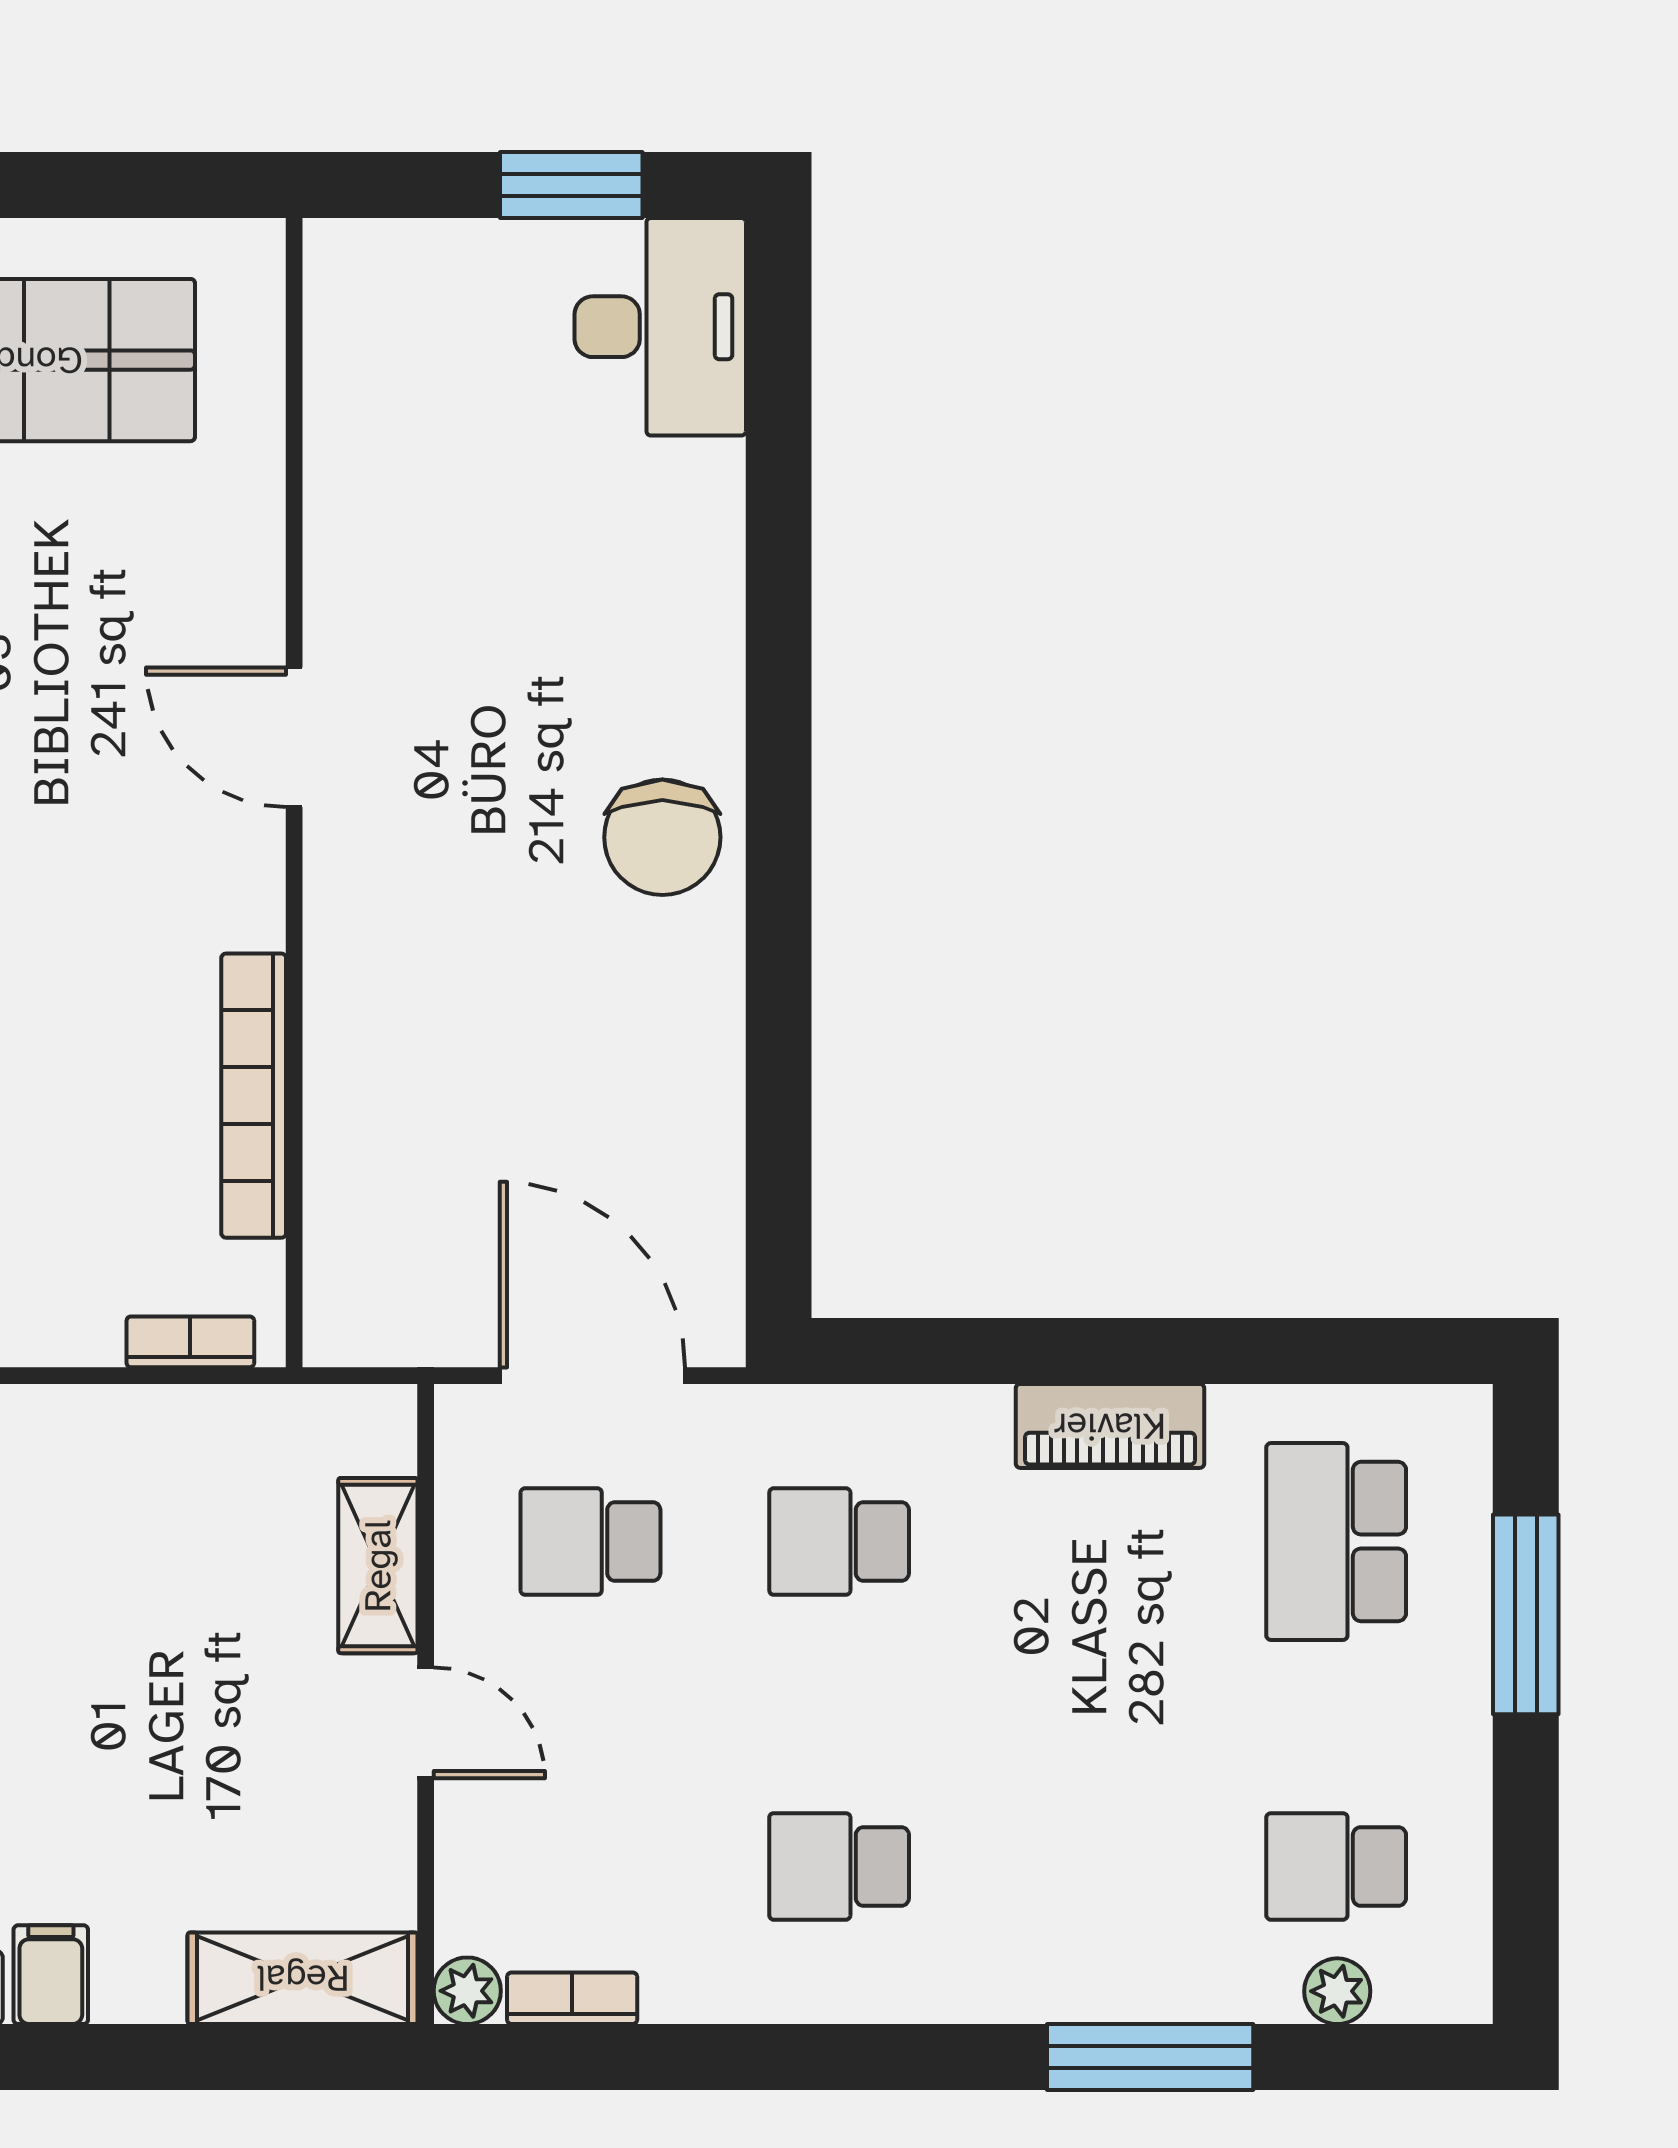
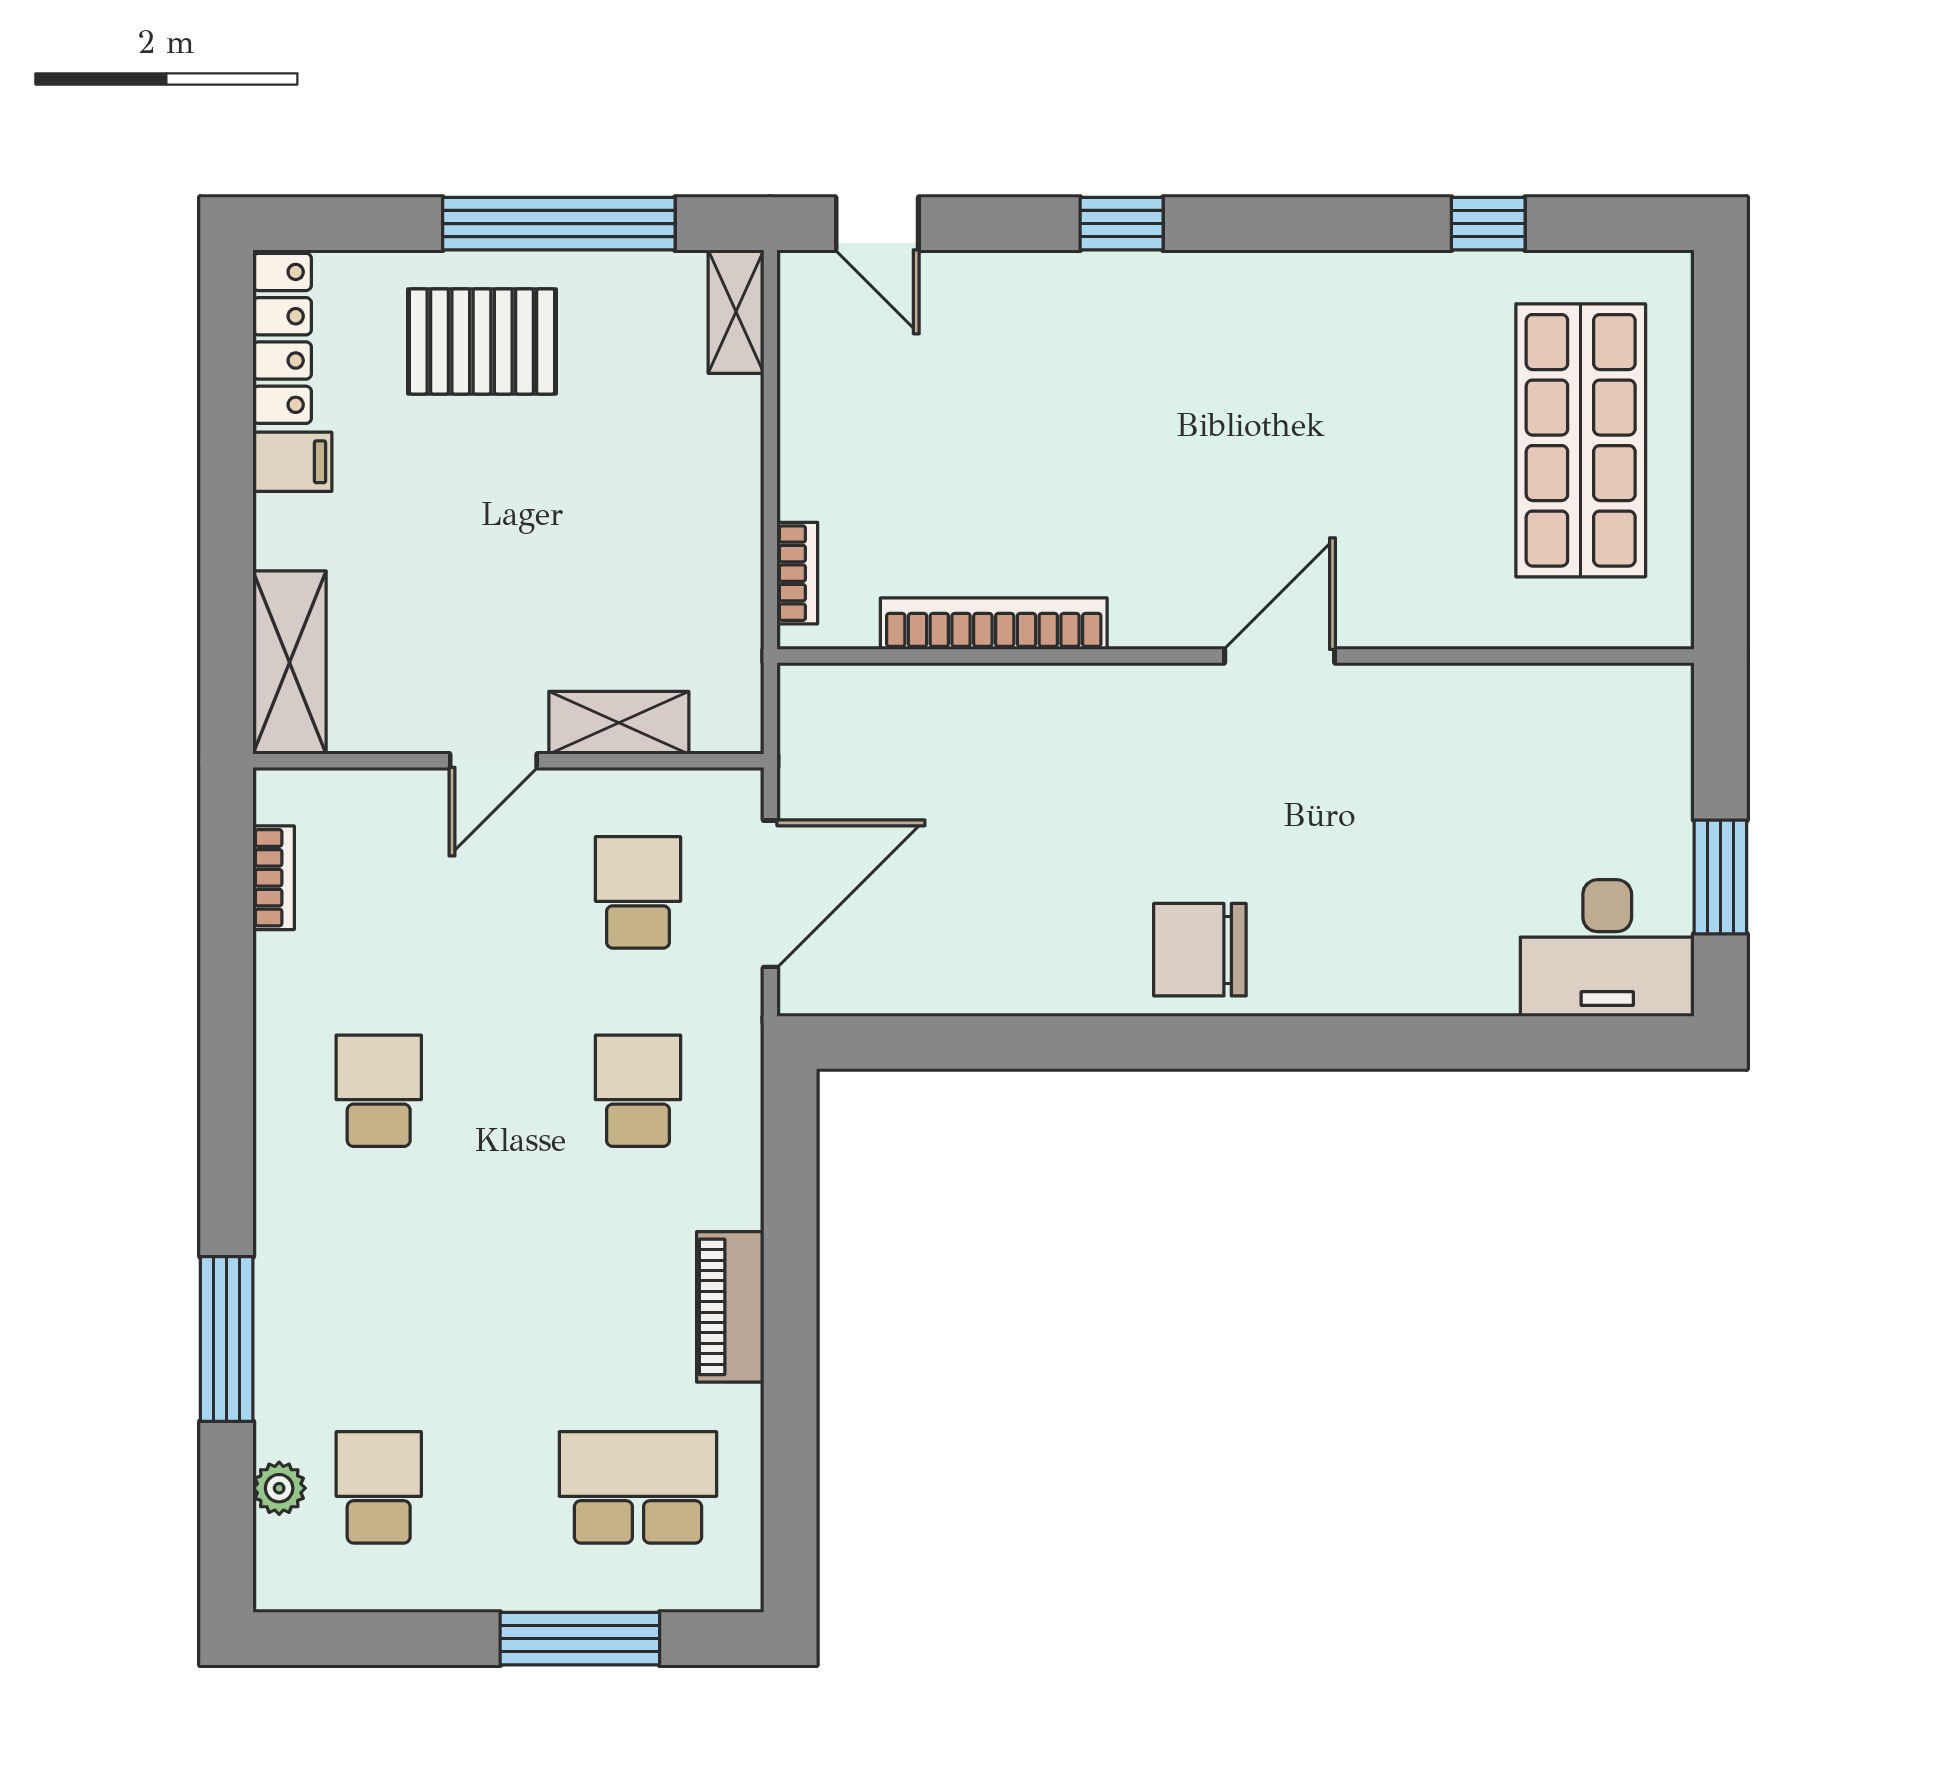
plant: (467, 1991) -> (280, 794), removed

